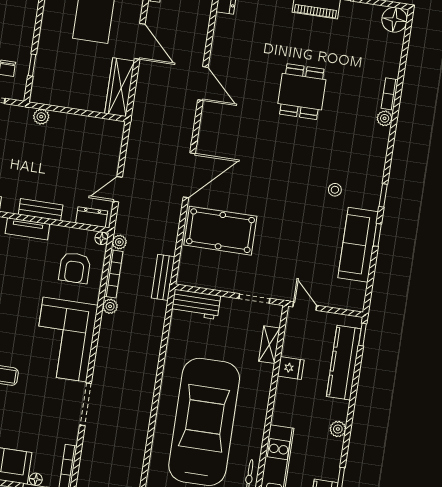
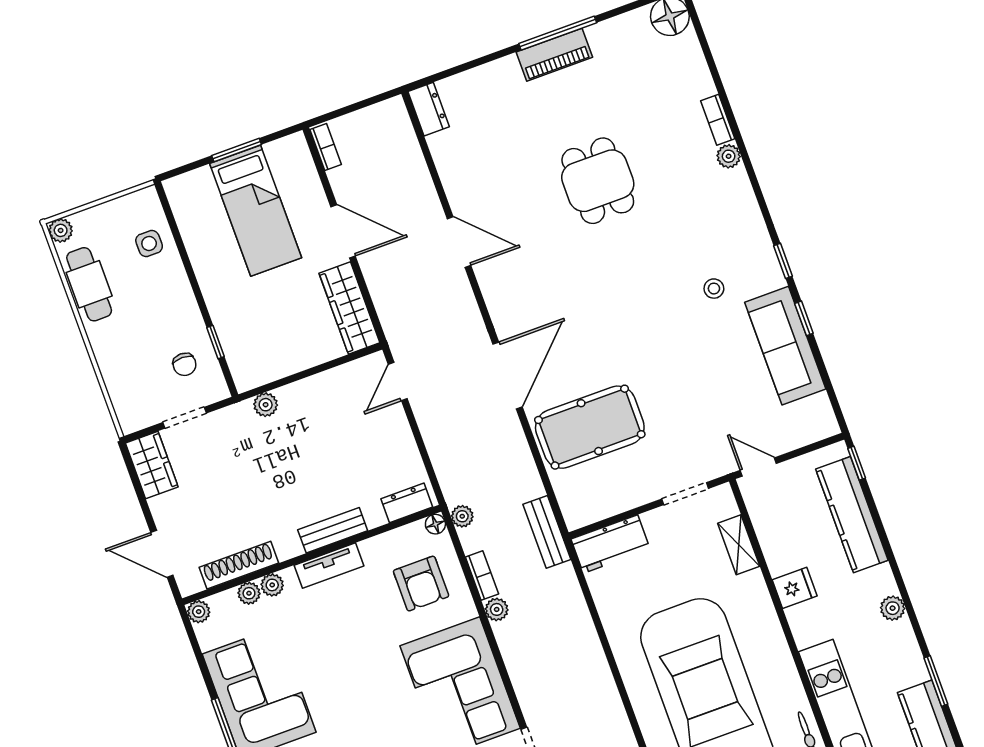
door: (118, 189) -> (398, 382), moved
bookcase: (113, 274) -> (482, 576), width x0.64
fridge: (291, 368) -> (795, 588), moved

